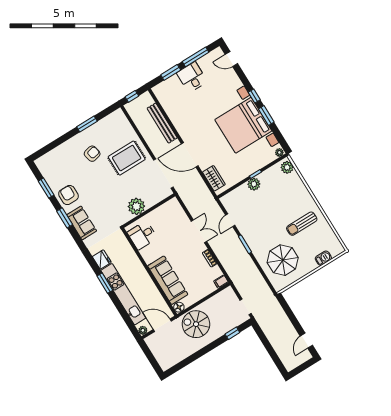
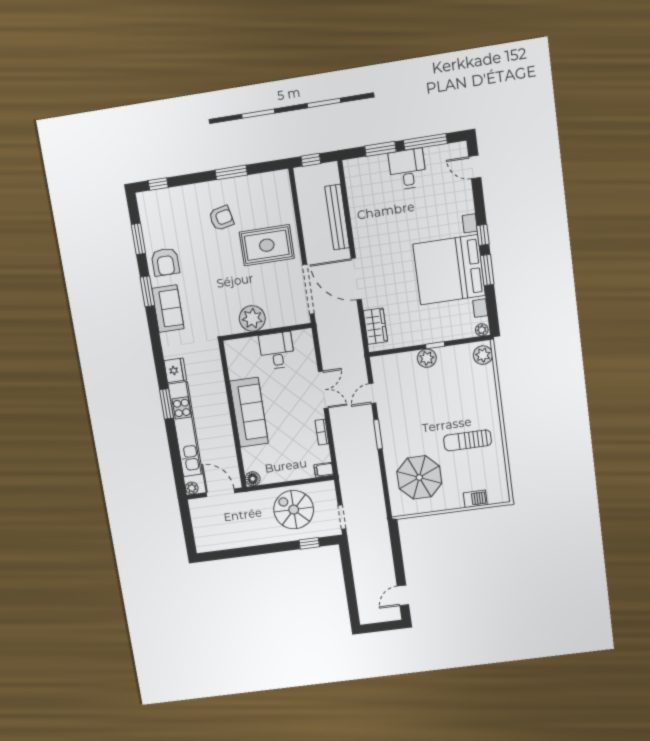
window: (45, 150) -> (158, 184), added
armchair: (68, 195) -> (165, 262), turned 180
desk: (142, 235) -> (277, 351), moved, turned 90
sofa: (168, 280) -> (249, 412), moved
spiral stairs: (196, 324) -> (294, 510), moved

